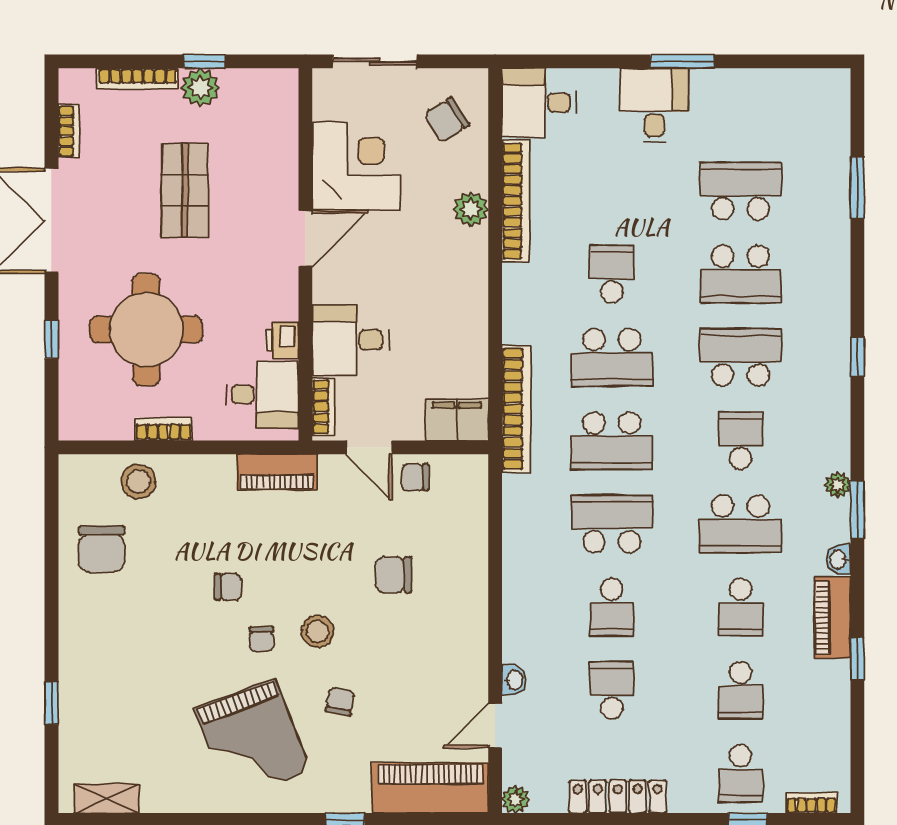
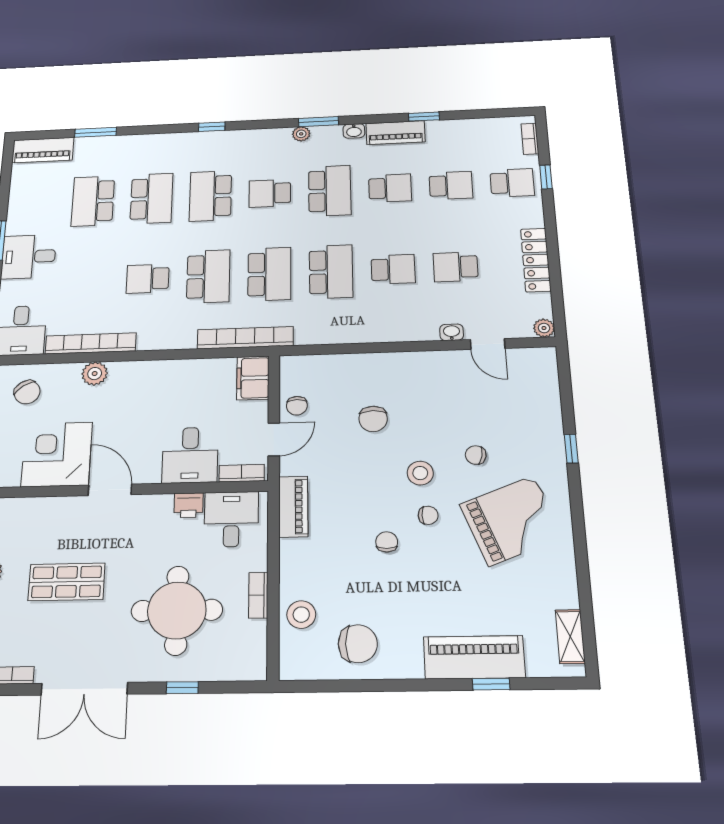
piano: (831, 112) -> (43, 150), added
school desk: (612, 524) -> (331, 272), turned 180
piano: (430, 788) -> (474, 657), moved, turned 90

